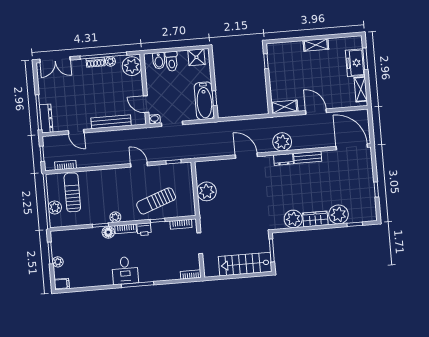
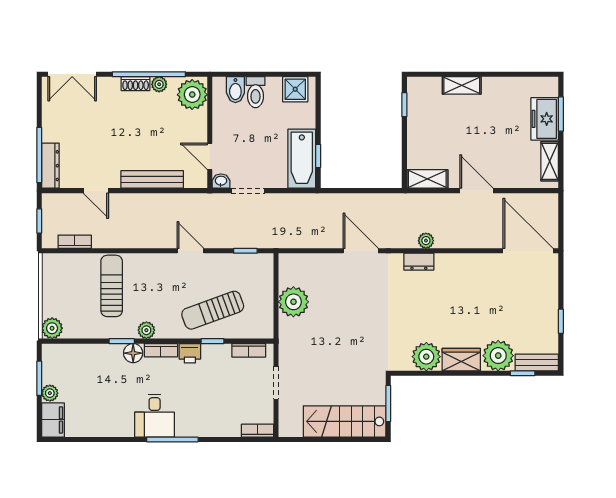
shelving: (316, 45) -> (462, 85), moved
plant: (282, 142) -> (426, 241), width x0.53, depth x0.53
bench: (308, 157) -> (537, 363), moved
sun lounger: (72, 192) -> (112, 286), moved
plant: (55, 207) -> (52, 328), moved
filing cabinet: (62, 284) -> (53, 420), width x2.00

